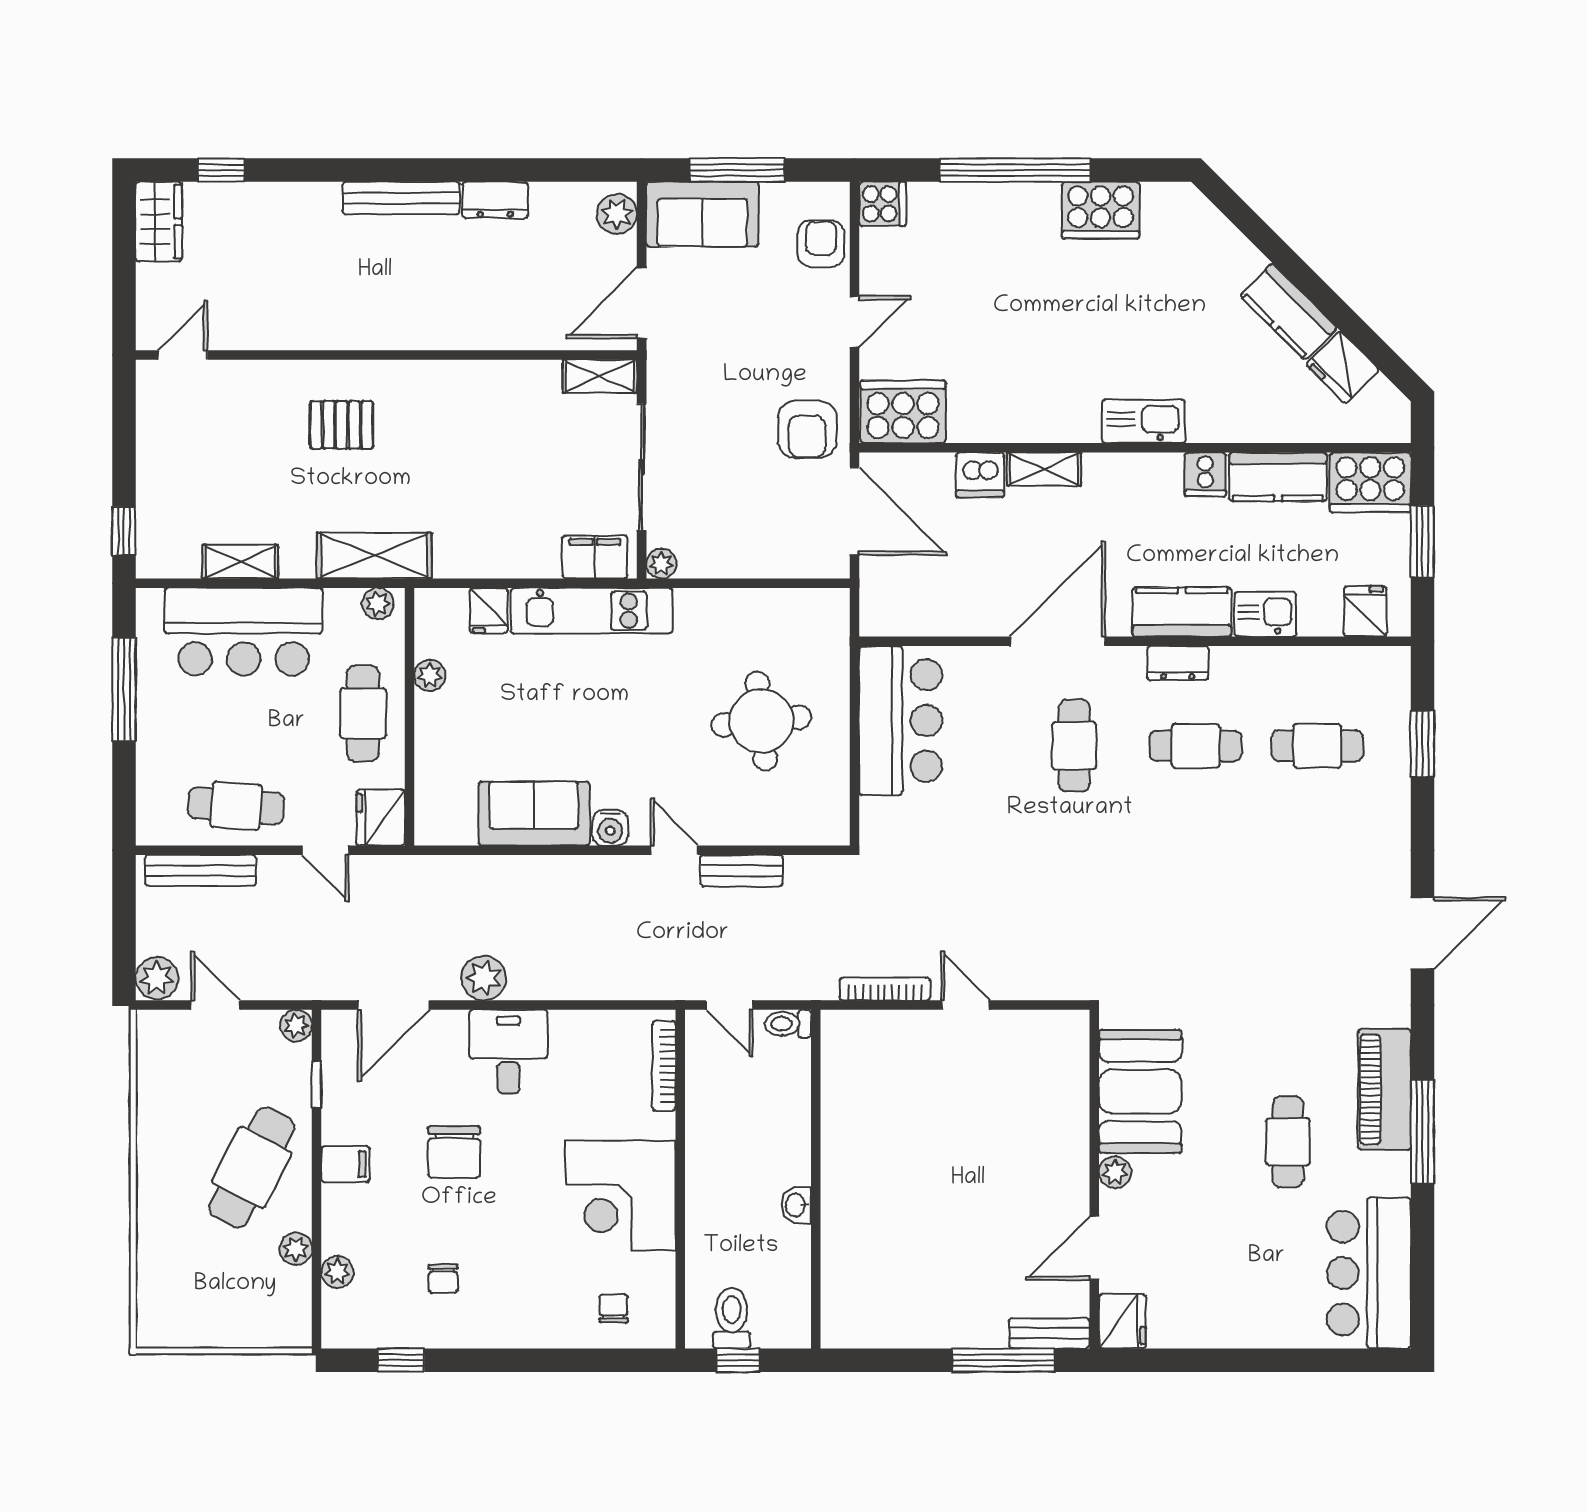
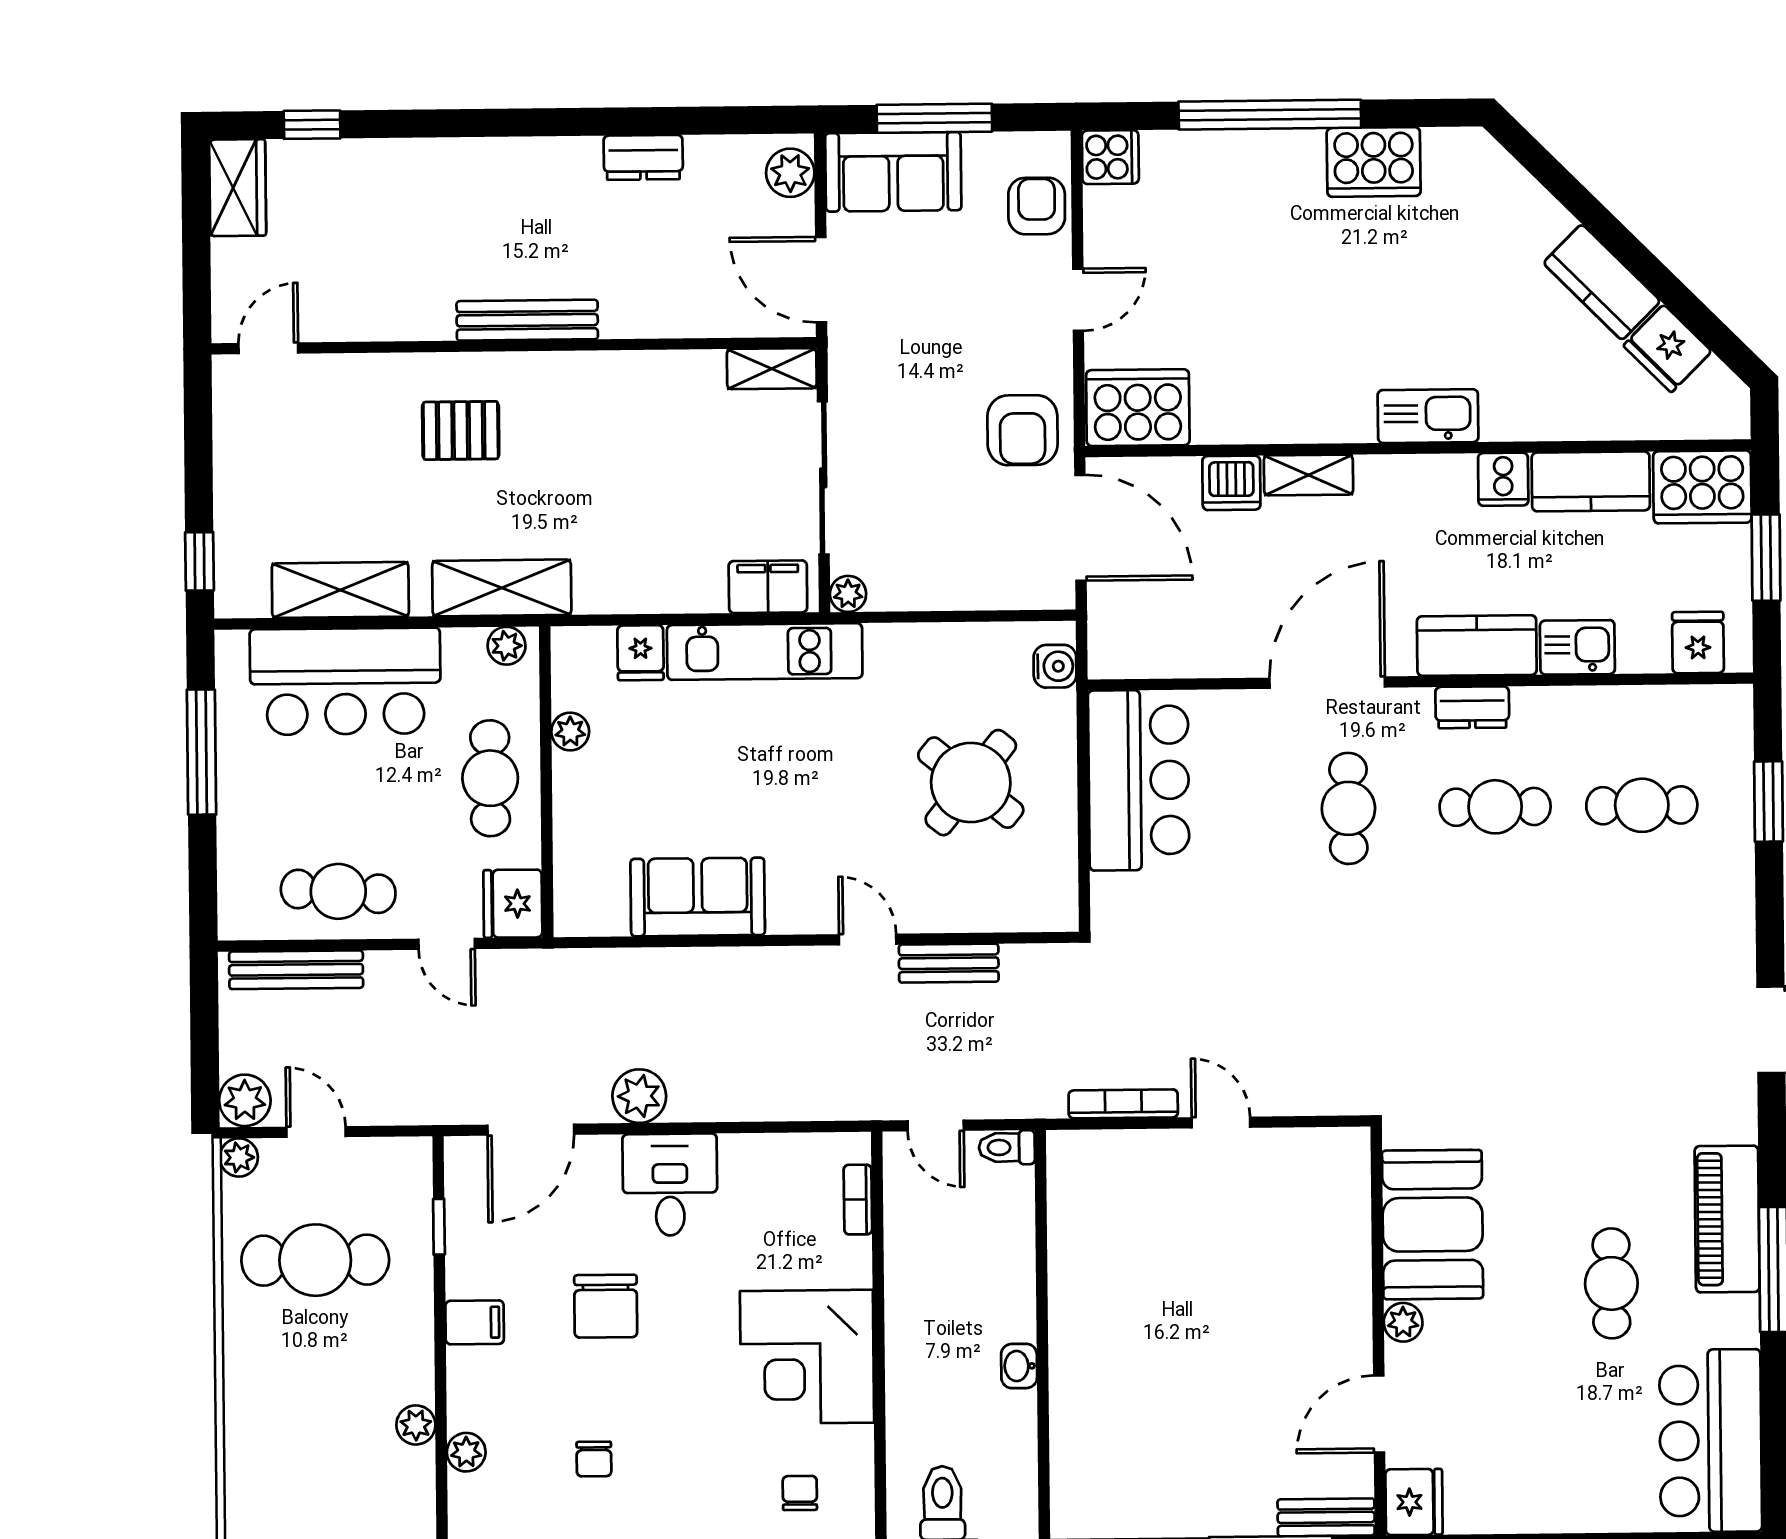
bench: (401, 198) -> (527, 320), moved
door: (642, 303) -> (821, 280), hinge flipped
shelving: (240, 562) -> (340, 590), width x1.50, depth x1.33
round table: (761, 721) -> (971, 783), turned 45
water cooler: (610, 828) -> (1055, 666), moved, turned -90
plant: (296, 1025) -> (239, 1157), moved
bookcase: (664, 1066) -> (858, 1200), width x0.64
cafe table: (252, 1168) -> (315, 1260), moved, turned 63

